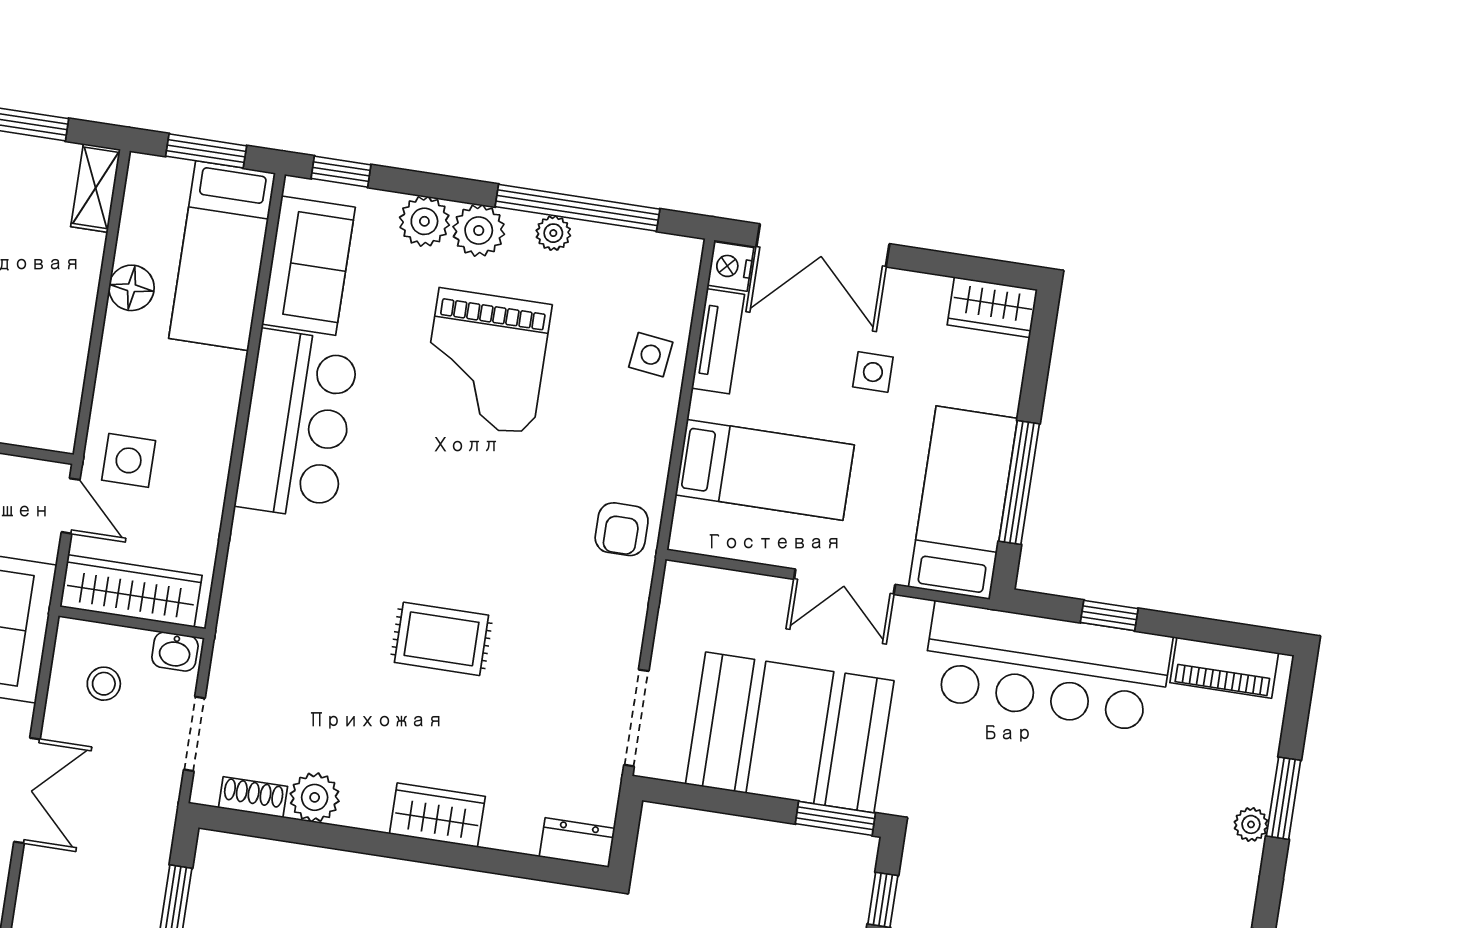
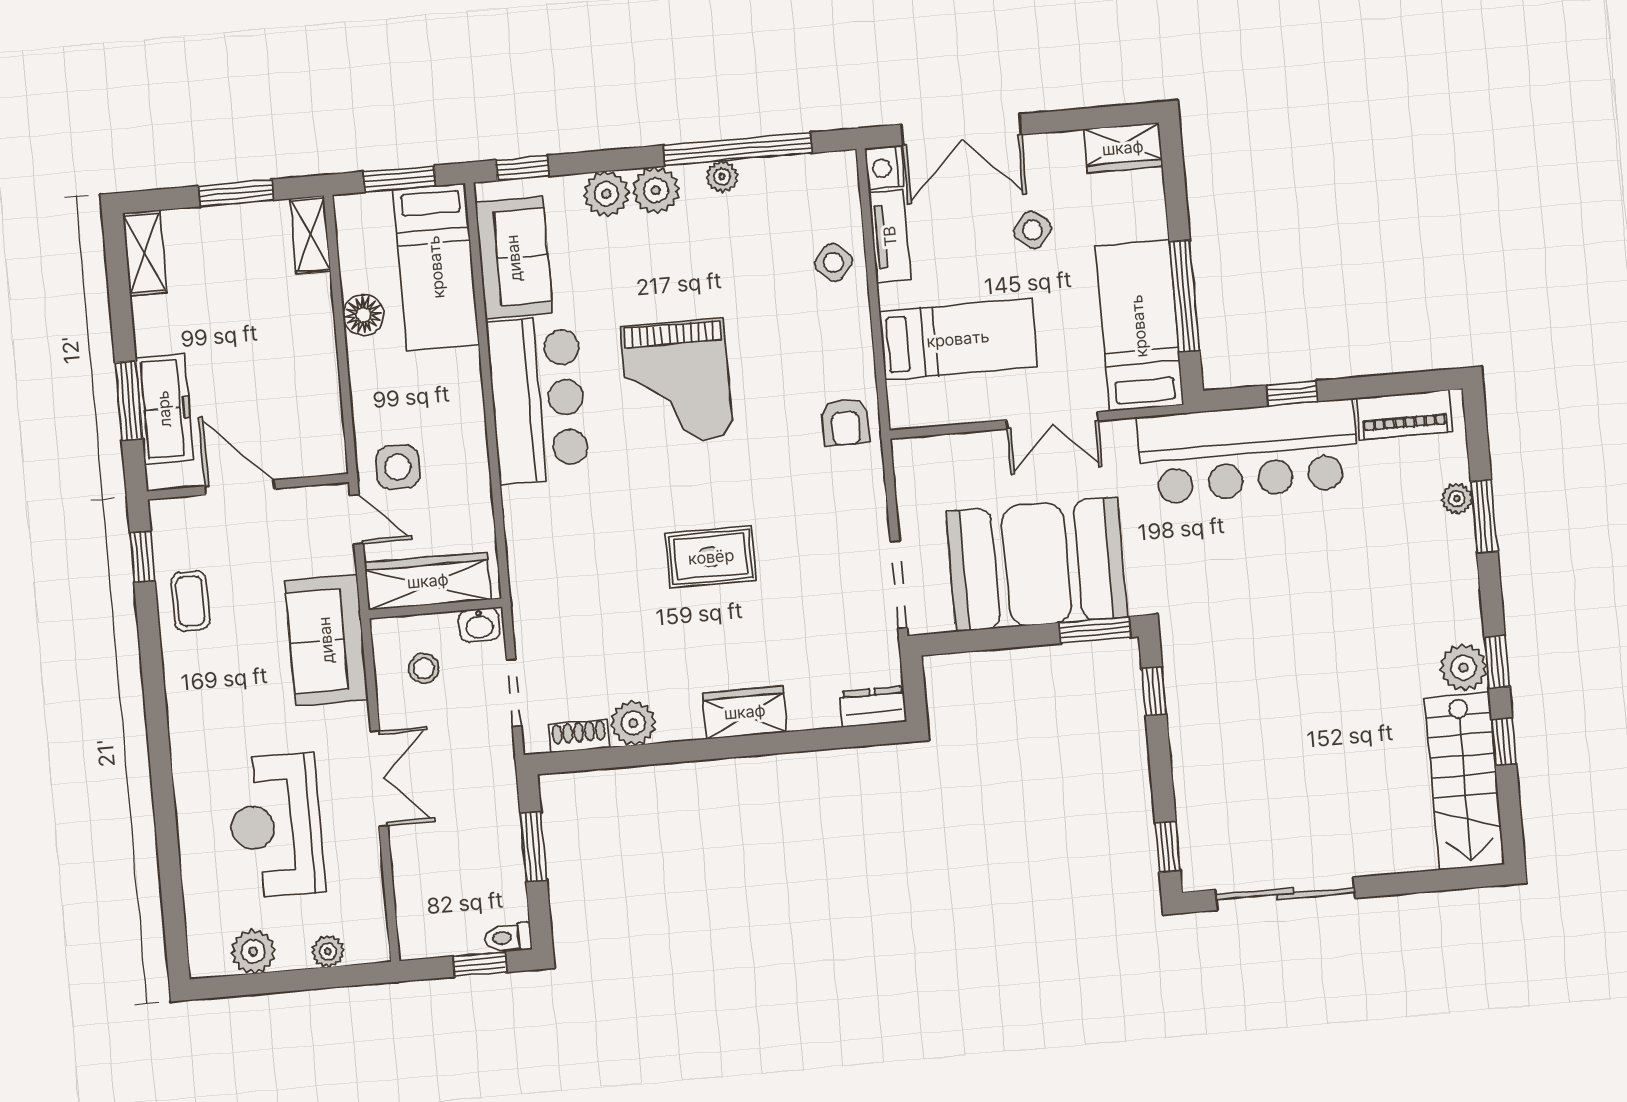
side table: (651, 355) -> (834, 262), turned 35
grand piano: (486, 361) -> (677, 382), moved
side table: (873, 372) -> (1032, 230), turned 38
plant: (1251, 824) -> (1457, 499), moved

